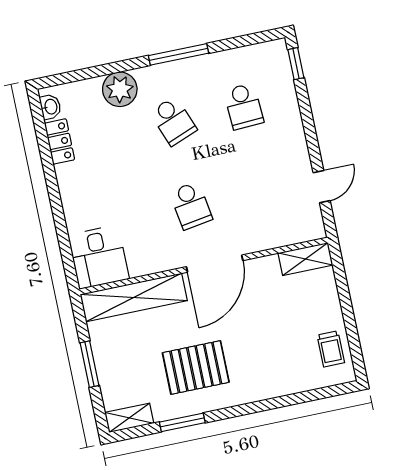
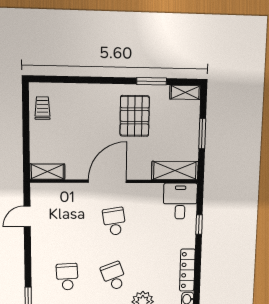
locker: (60, 141) -> (187, 270), width x1.53
window: (61, 227) -> (199, 224), added
shelving: (134, 298) -> (175, 171), width x0.68
pallet: (196, 367) -> (135, 116), turned 90

